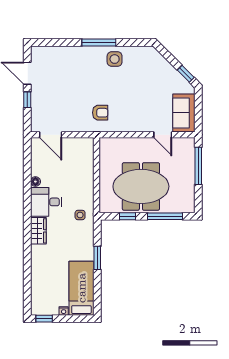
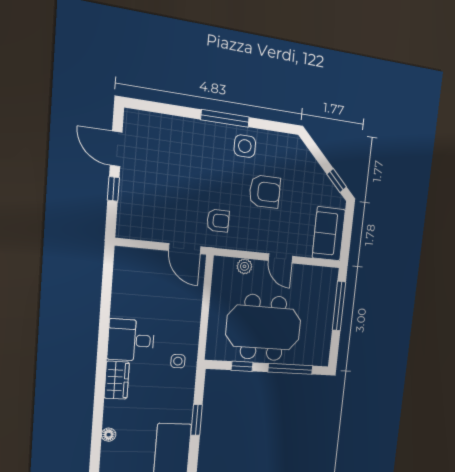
armchair: (132, 88) -> (265, 192), added
door: (51, 135) -> (185, 249), moved
door: (163, 135) -> (280, 258), moved
plant: (122, 143) -> (244, 266), added
floor lamp: (35, 182) -> (109, 435), moved

